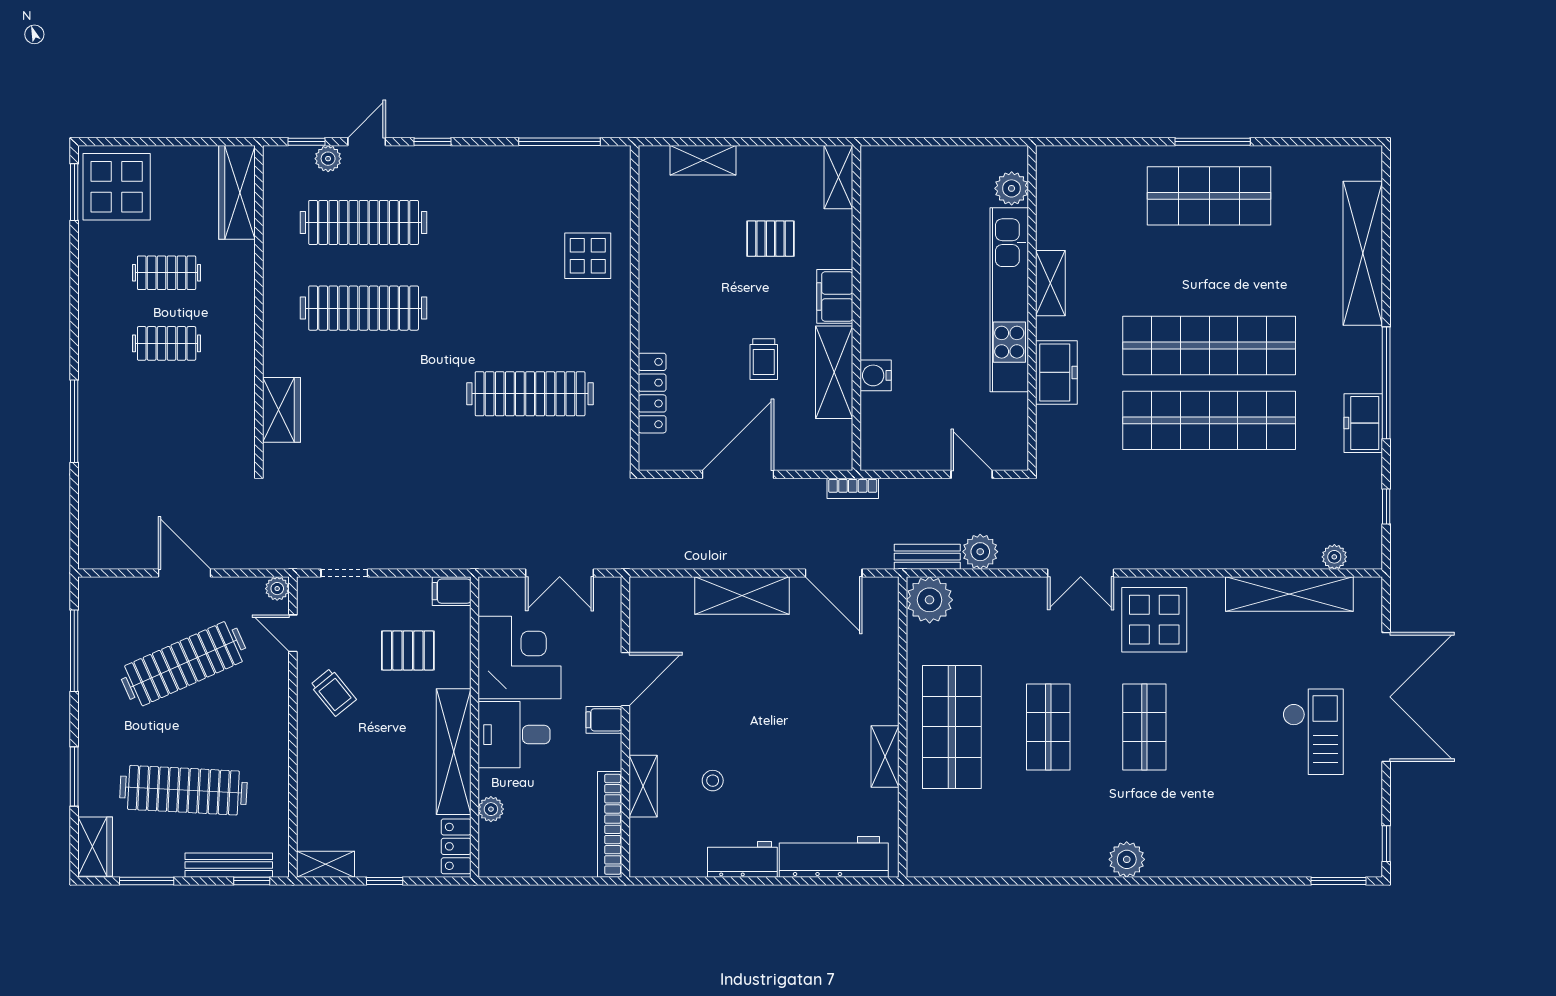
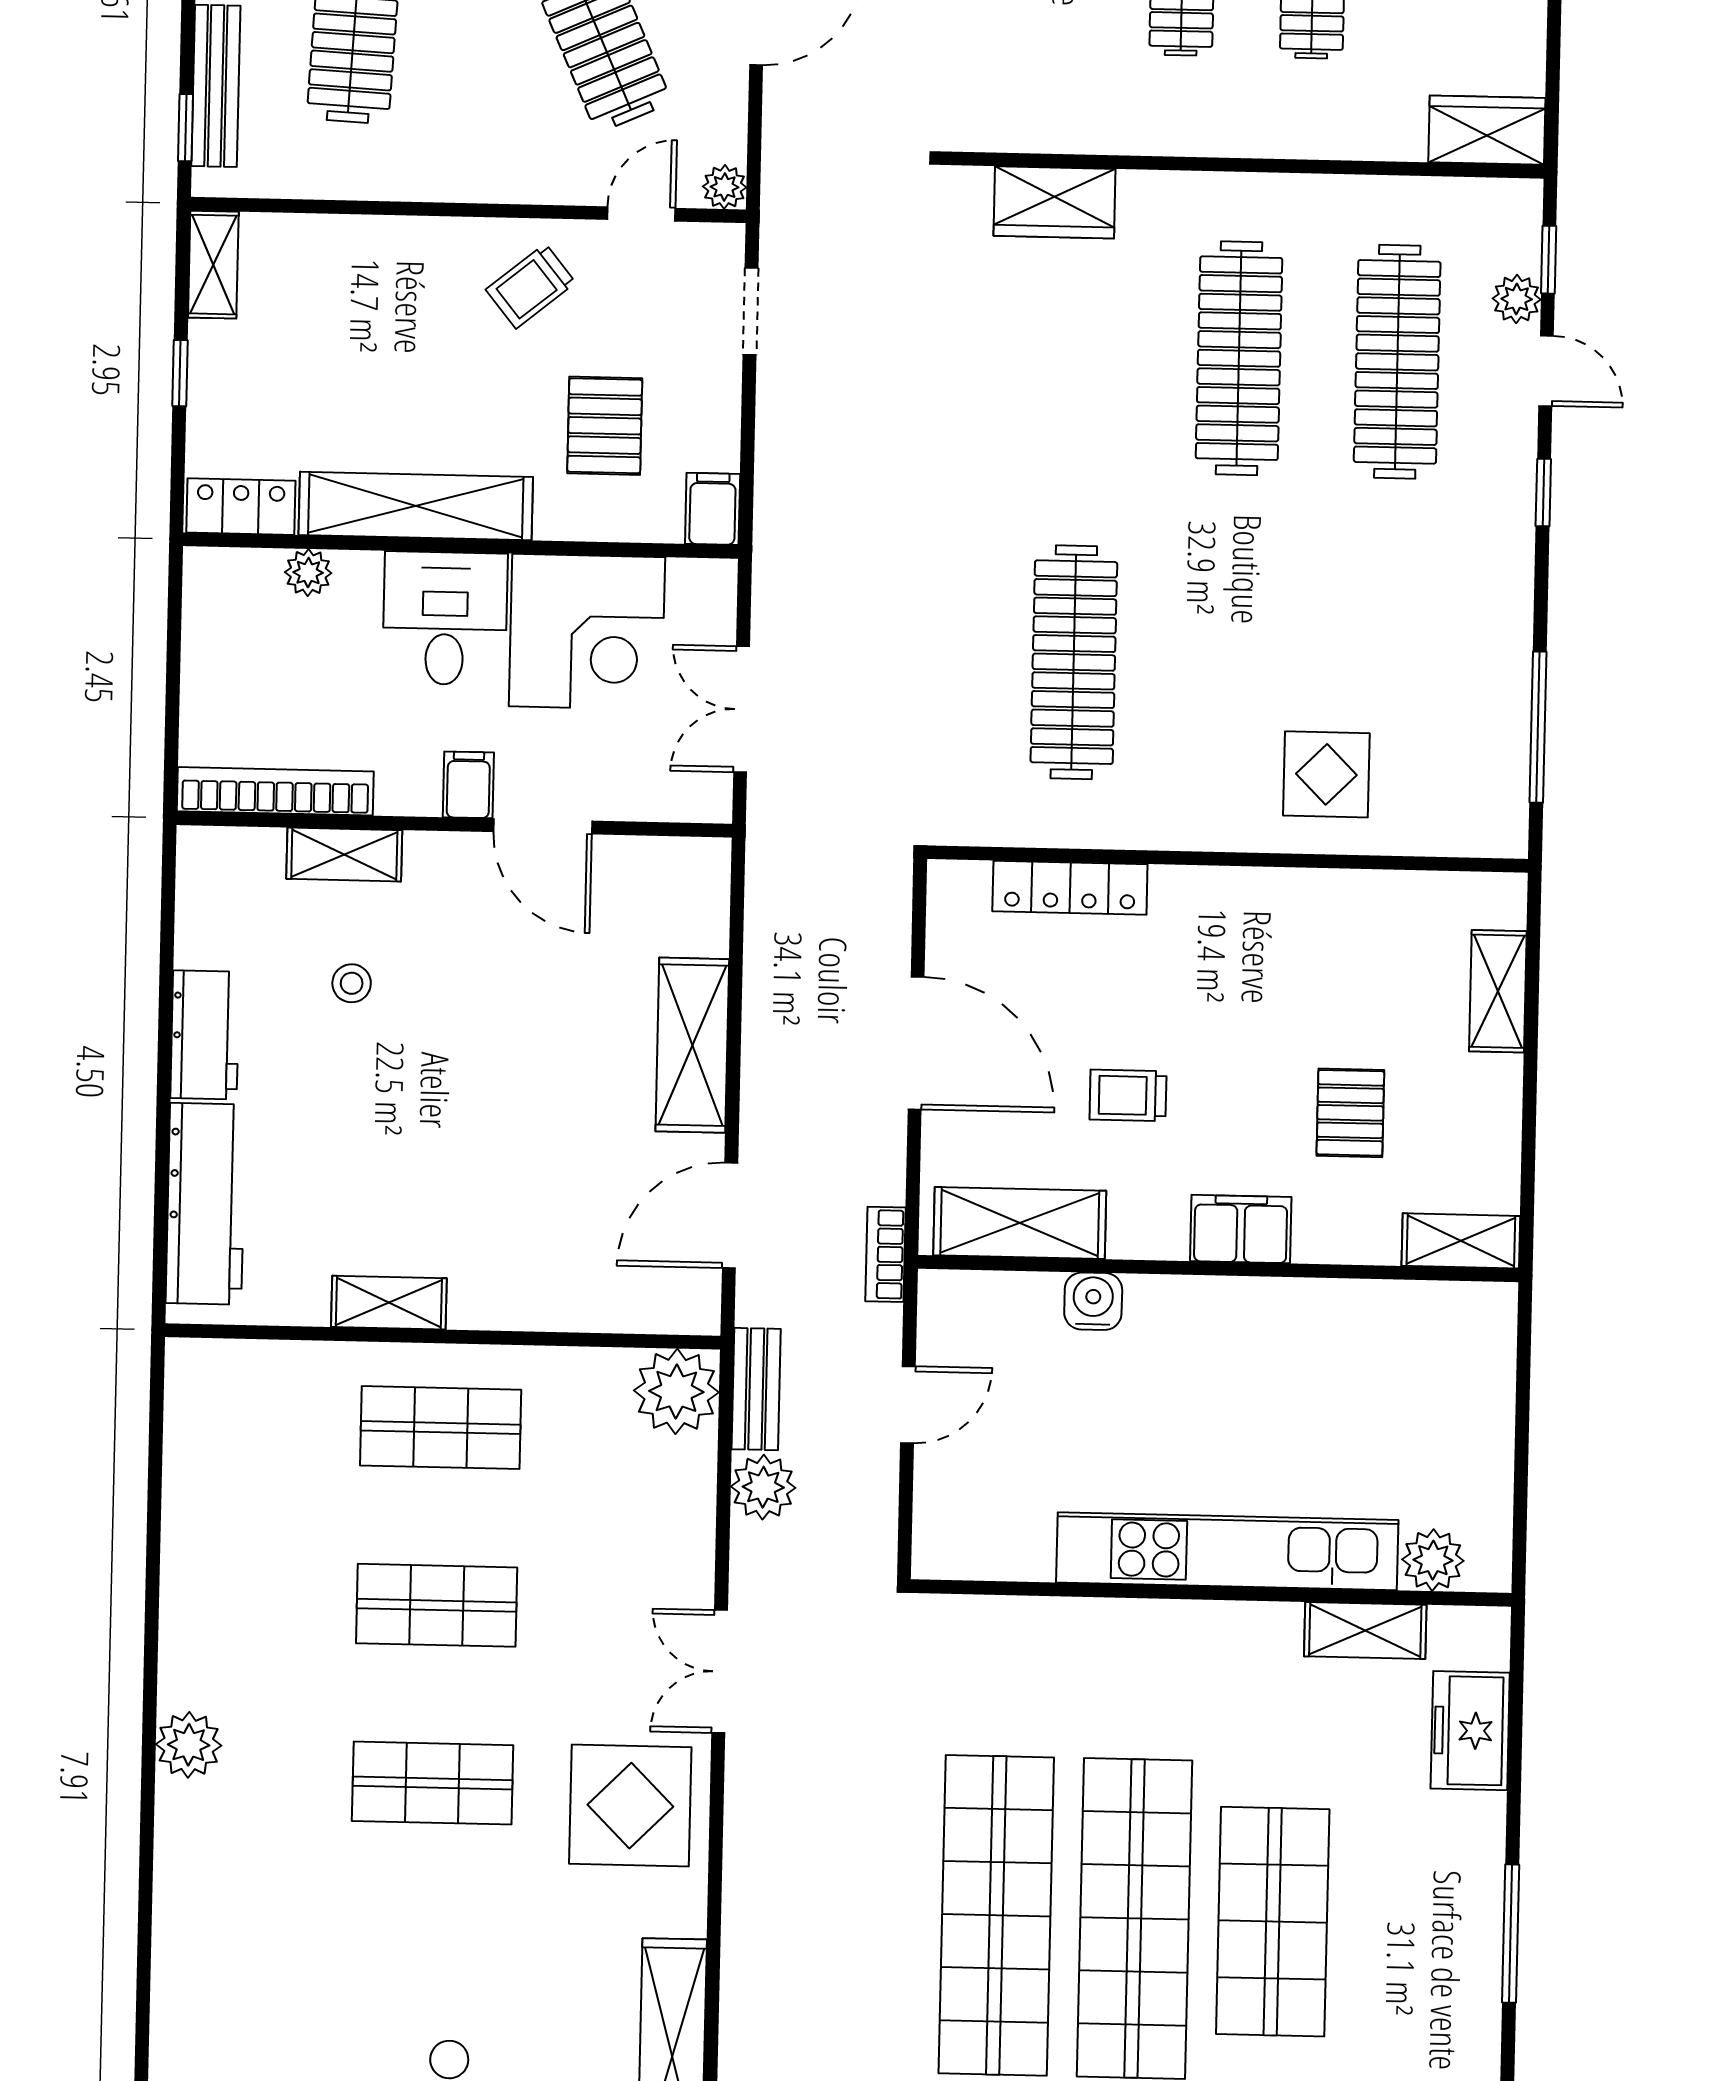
wardrobe: (237, 192) -> (1487, 130), width x0.67
shop shelf: (1209, 196) -> (1273, 1922), moved
shelving: (1050, 283) -> (1365, 1631), moved
shelving: (834, 372) -> (1020, 1223), moved
freezer: (1056, 372) -> (1470, 1731), moved, turned 90
door: (972, 474) -> (908, 1405), moved
shop shelf: (952, 727) -> (441, 1428), width x0.70, depth x0.74

